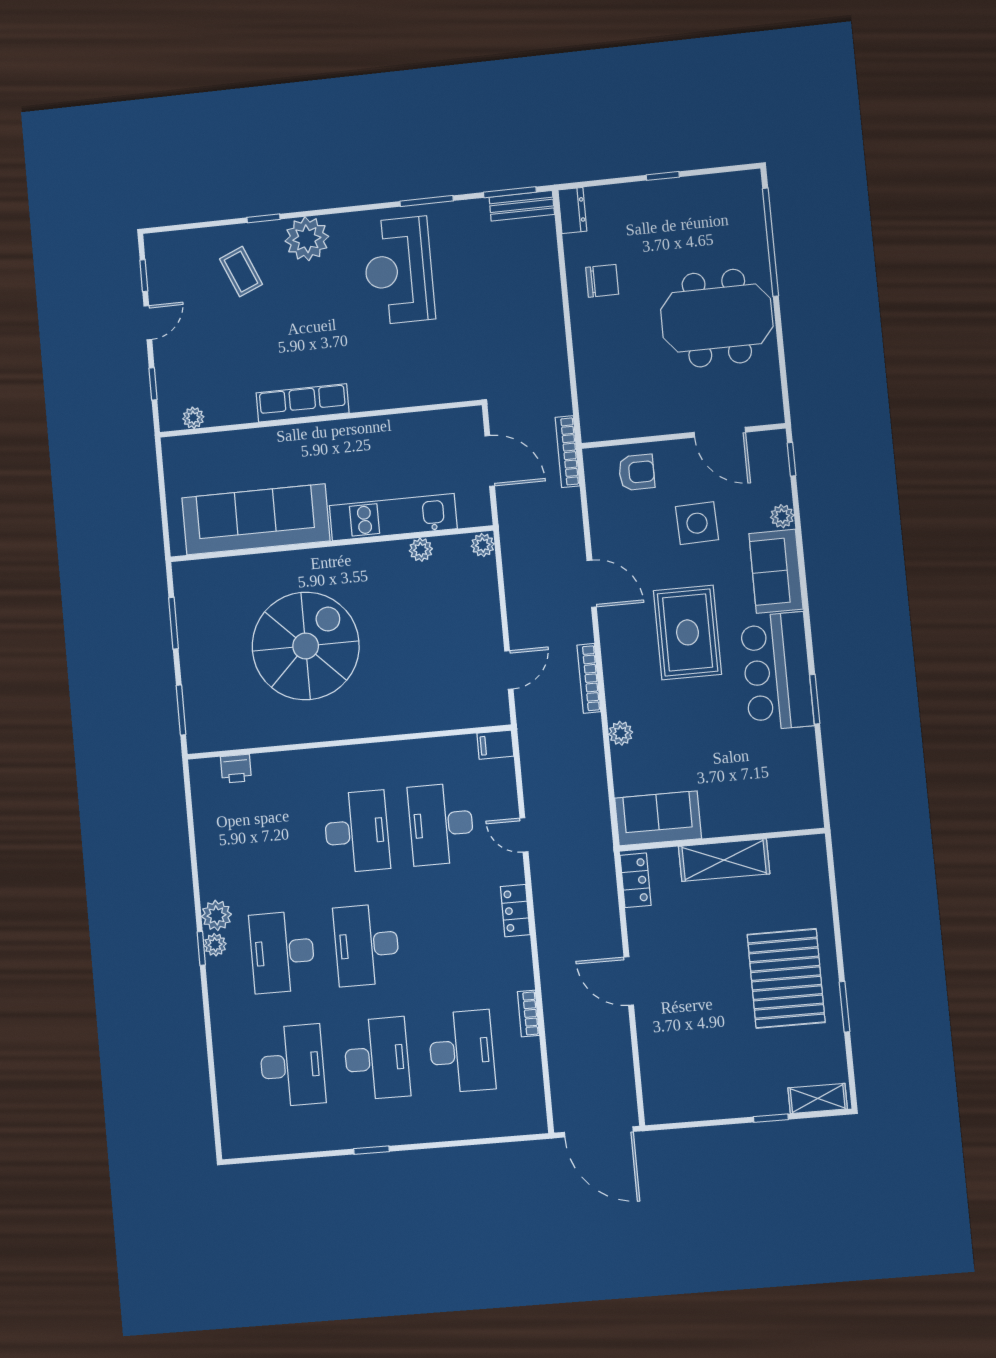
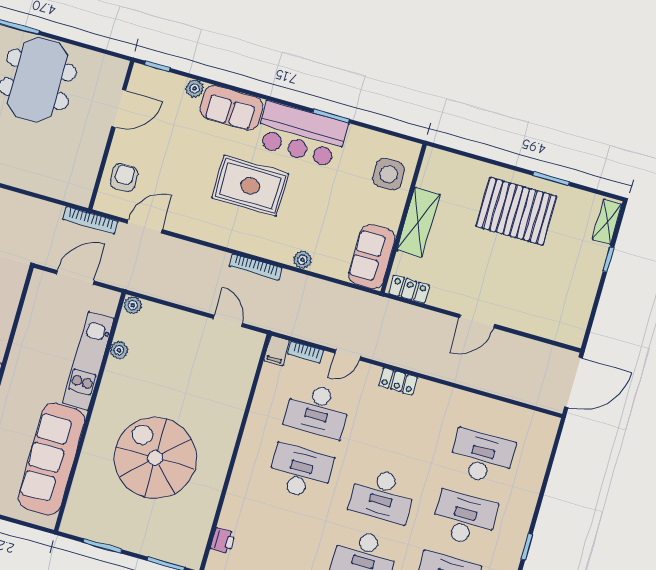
side table: (697, 523) -> (389, 174), moved
door: (592, 584) -> (145, 226), moved
bookcase: (528, 1014) -> (306, 352), moved

